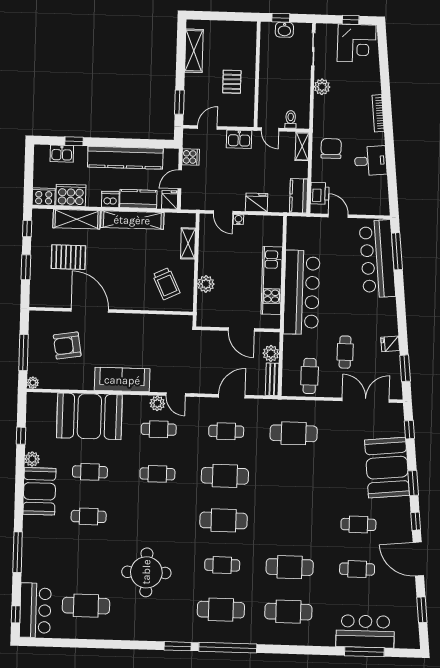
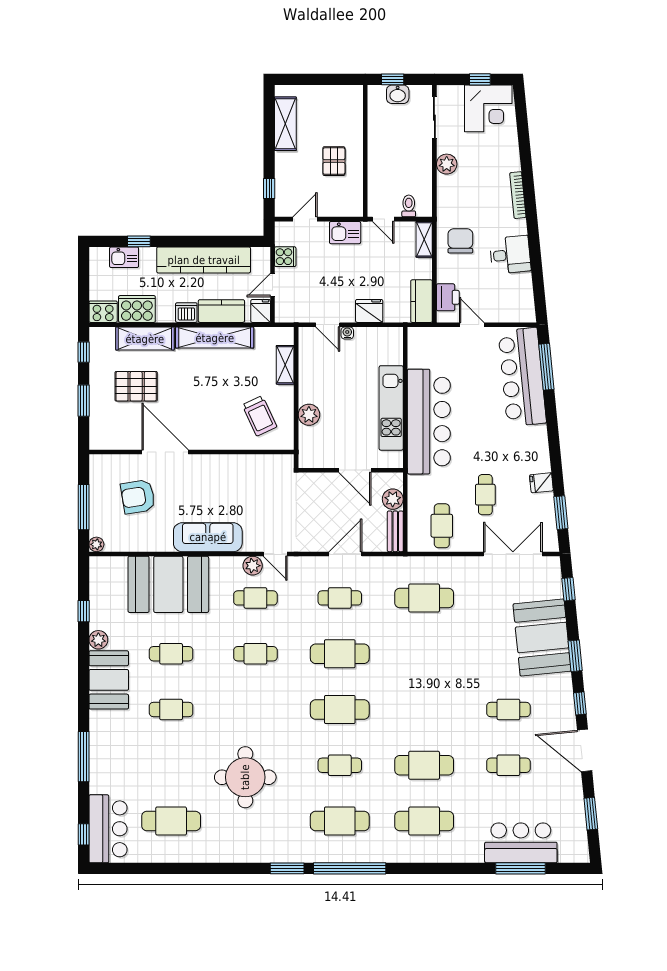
window: (179, 102) -> (269, 189), width x0.67

